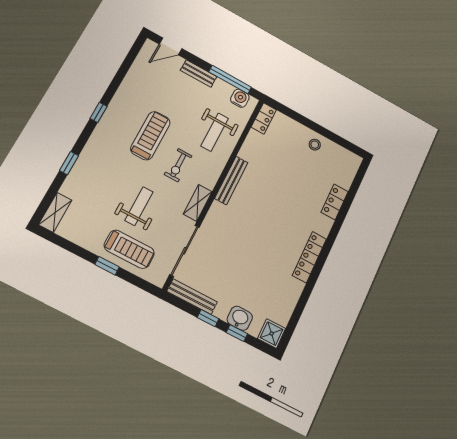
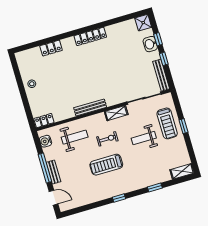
window: (230, 80) -> (45, 168), moved
treadmill: (129, 249) -> (167, 123), turned 180

